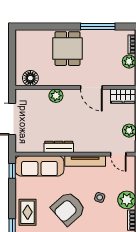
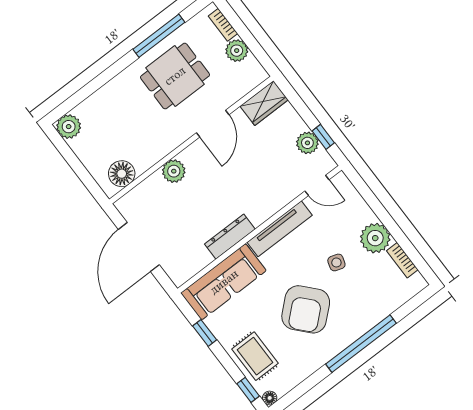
plant: (22, 37) -> (69, 127), added
dining table: (67, 49) -> (175, 76), moved, turned 90
door: (91, 87) -> (213, 124), hinge flipped
window: (12, 171) -> (205, 333), moved

